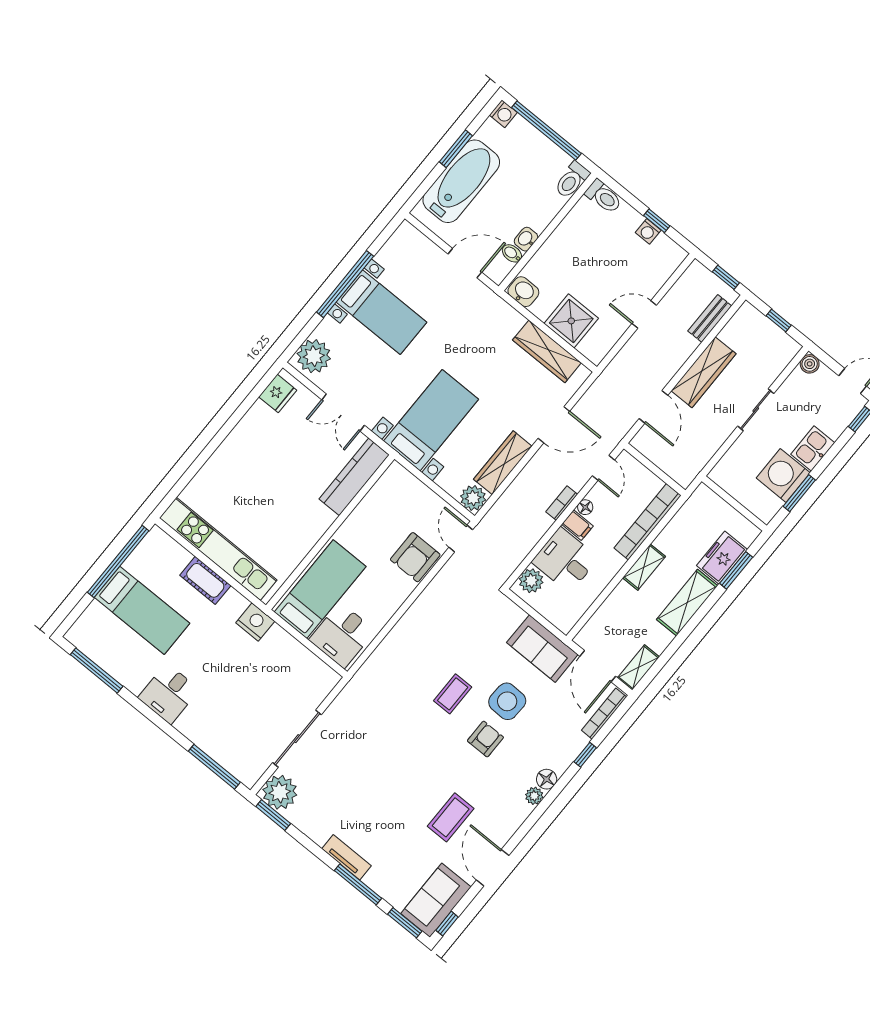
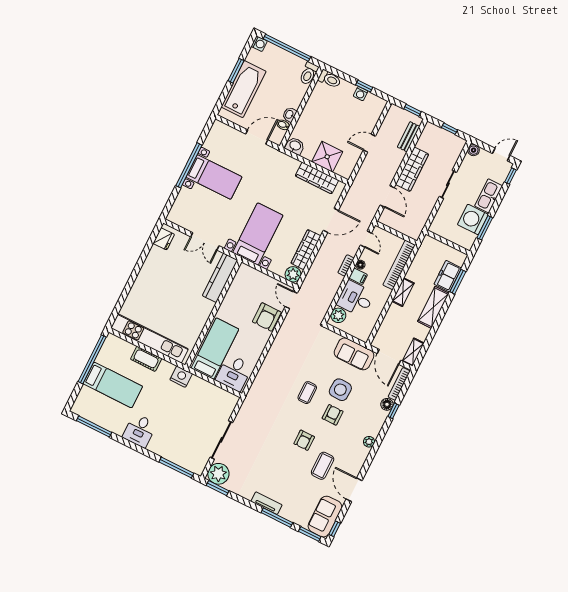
plant: (314, 356) -> (180, 212), removed
kitchen sink: (813, 448) -> (489, 196), width x1.38
armchair: (430, 769) -> (304, 440), added
floor lamp: (547, 779) -> (387, 404), moved

